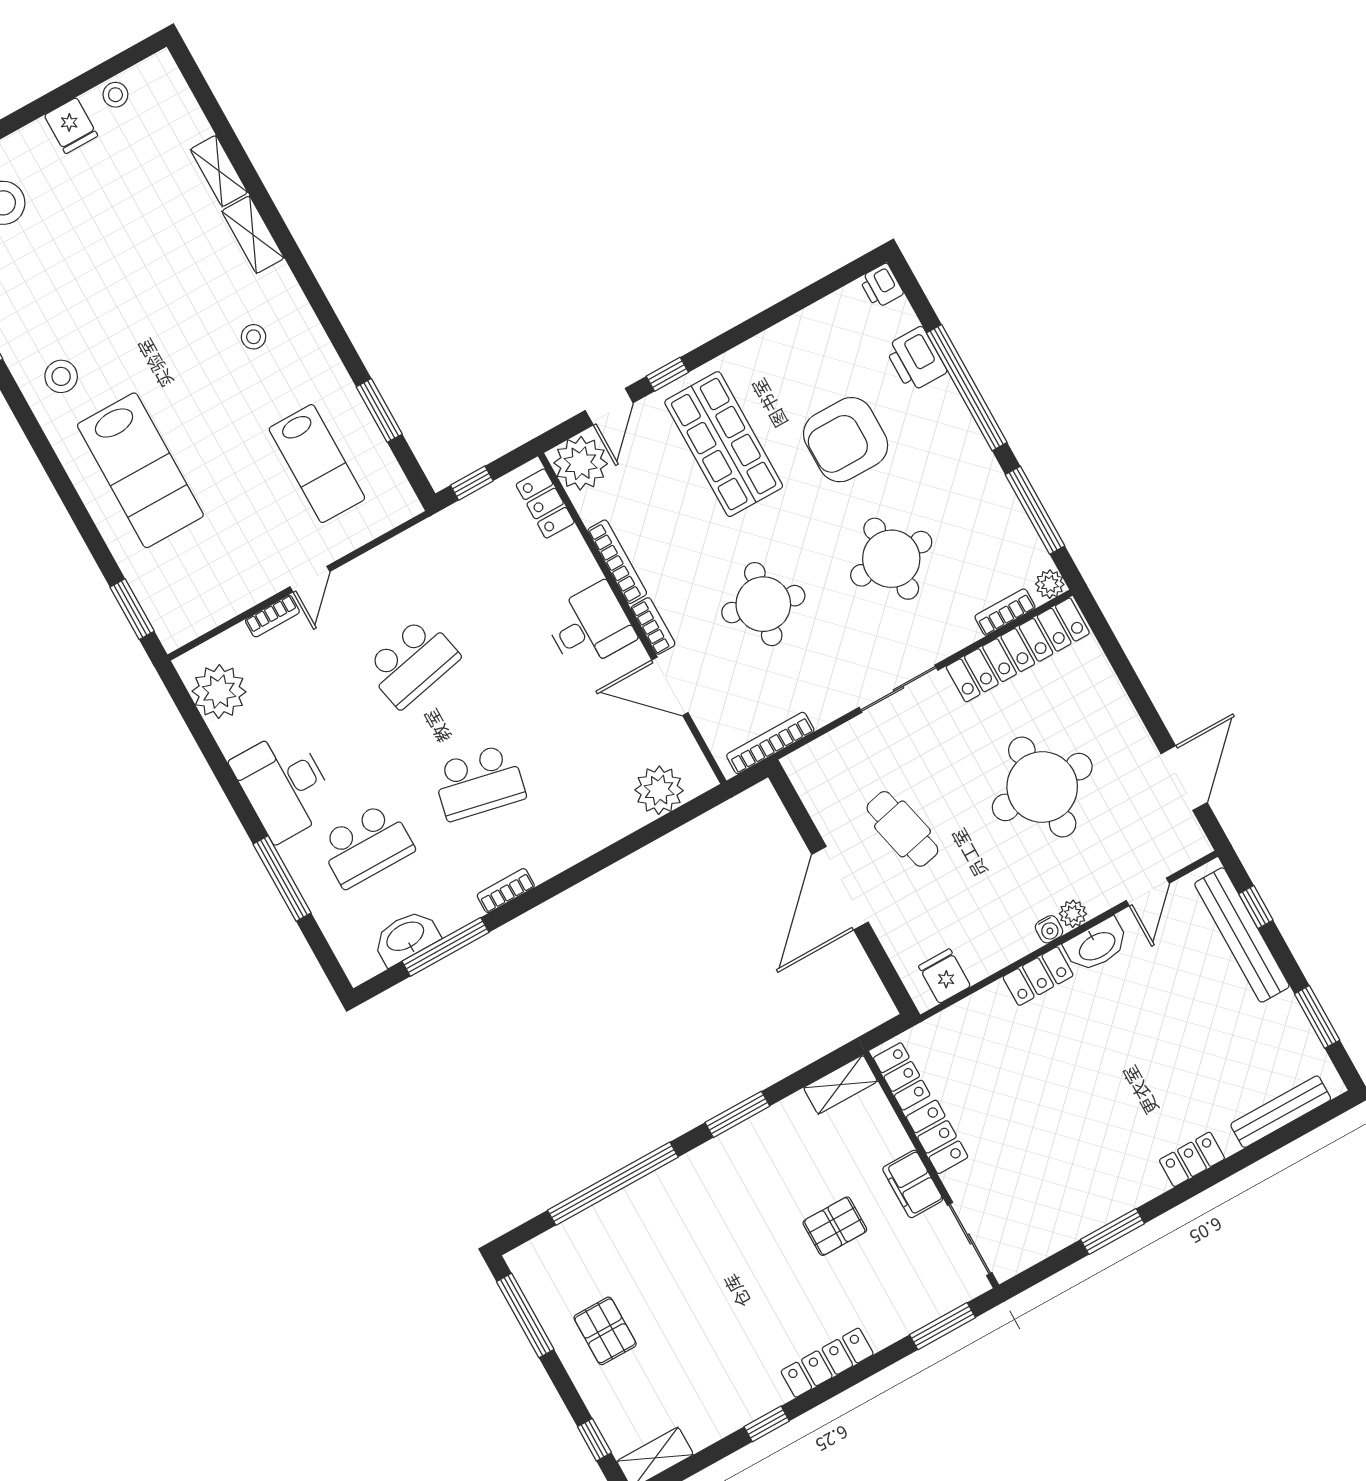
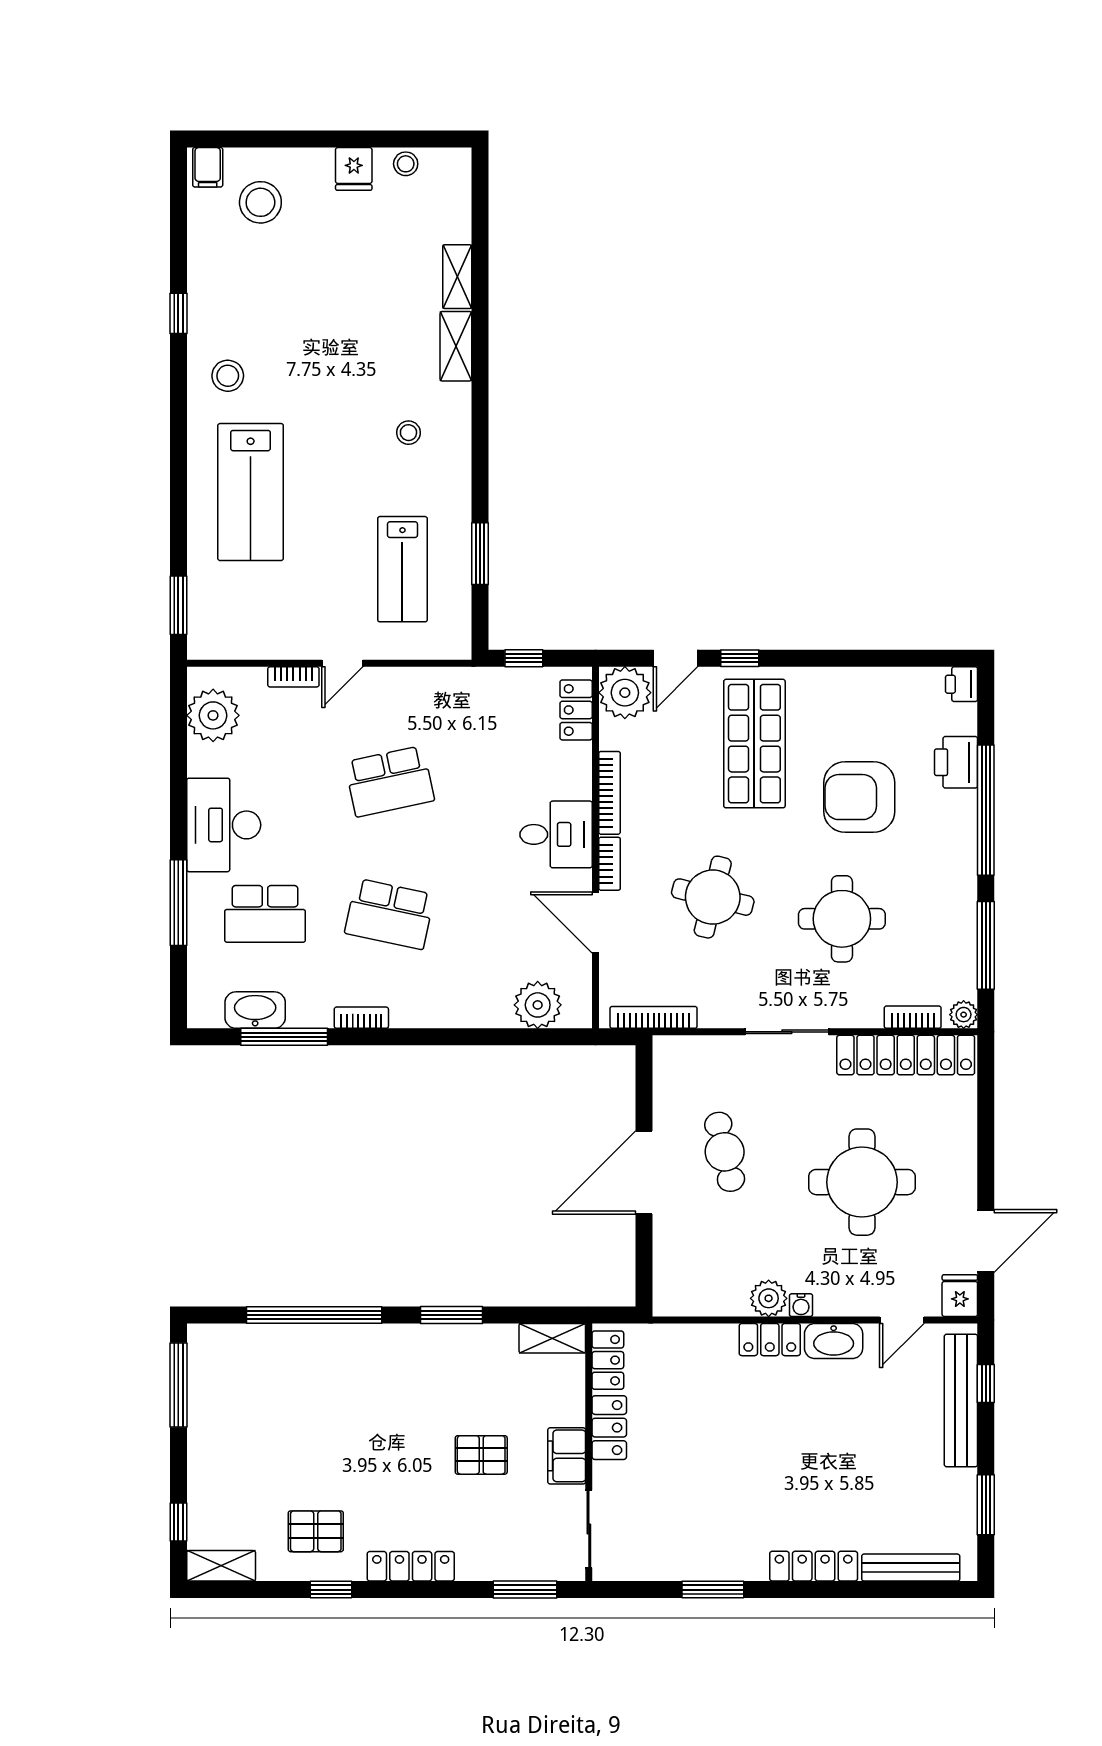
plant: (1073, 914) -> (769, 1298), moved, width x1.38, depth x1.38
fridge: (944, 976) -> (960, 1296), moved
locker: (1192, 1159) -> (814, 1566), width x1.53
pallet: (605, 1331) -> (316, 1531), moved, turned 90

